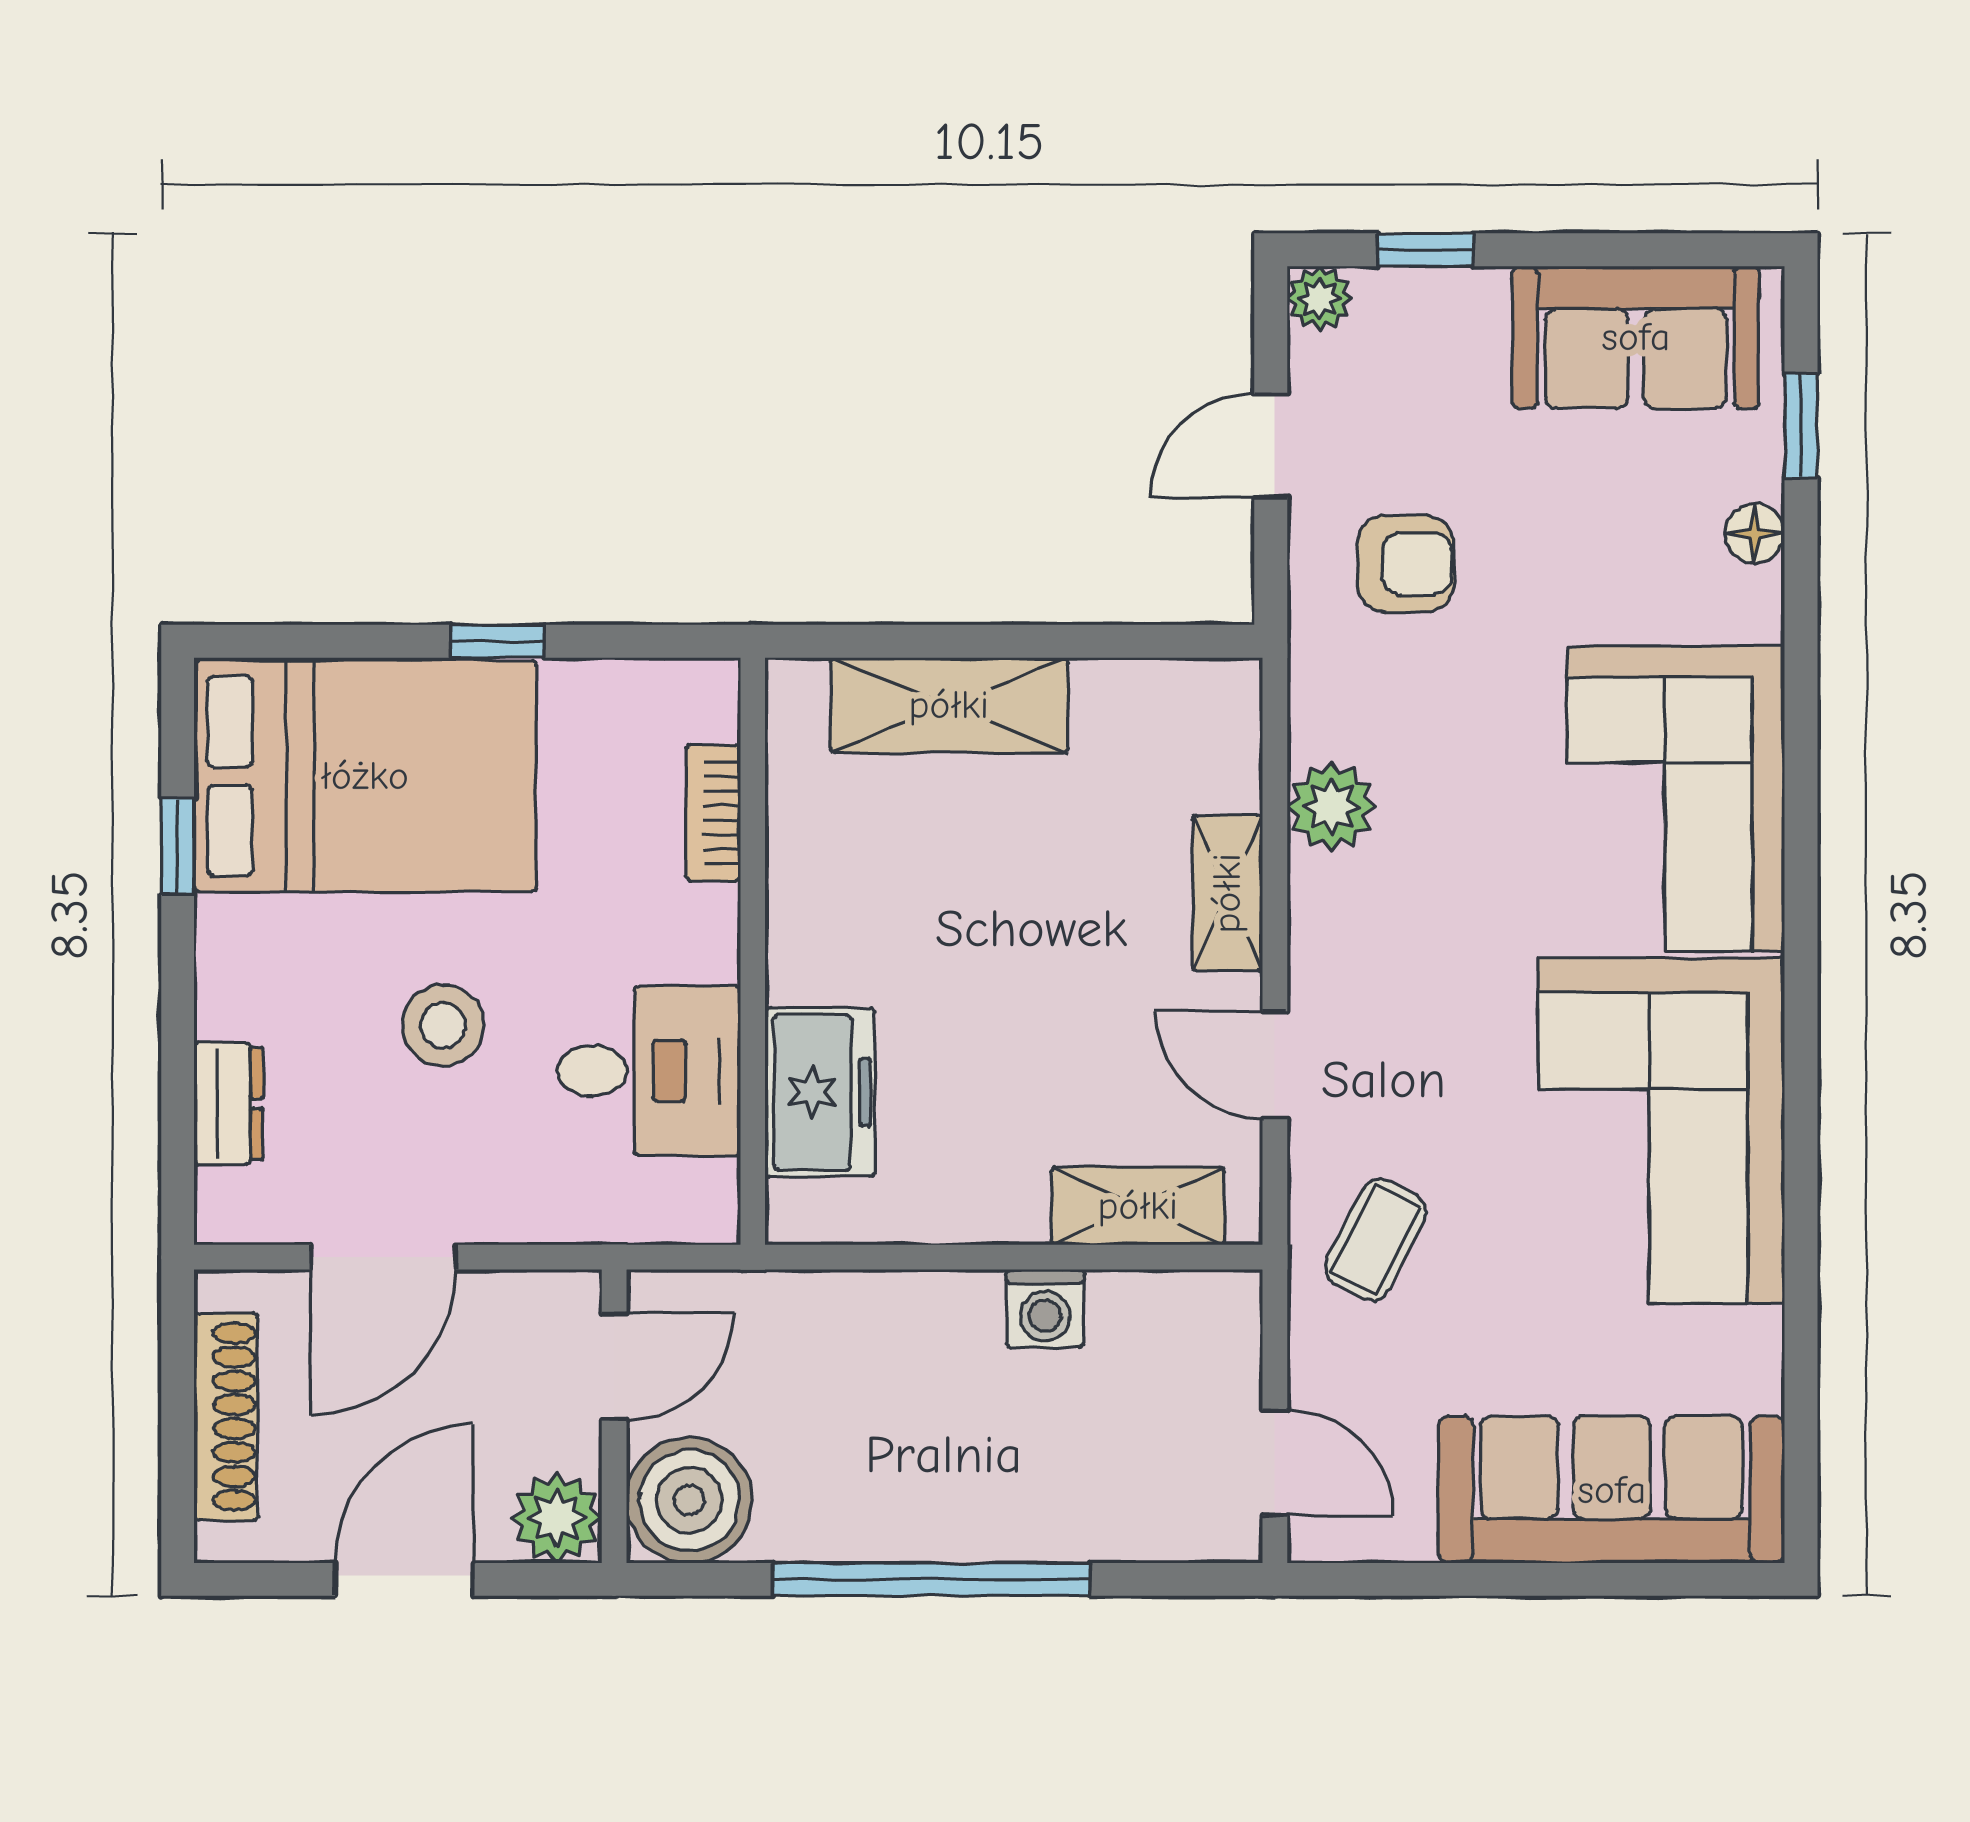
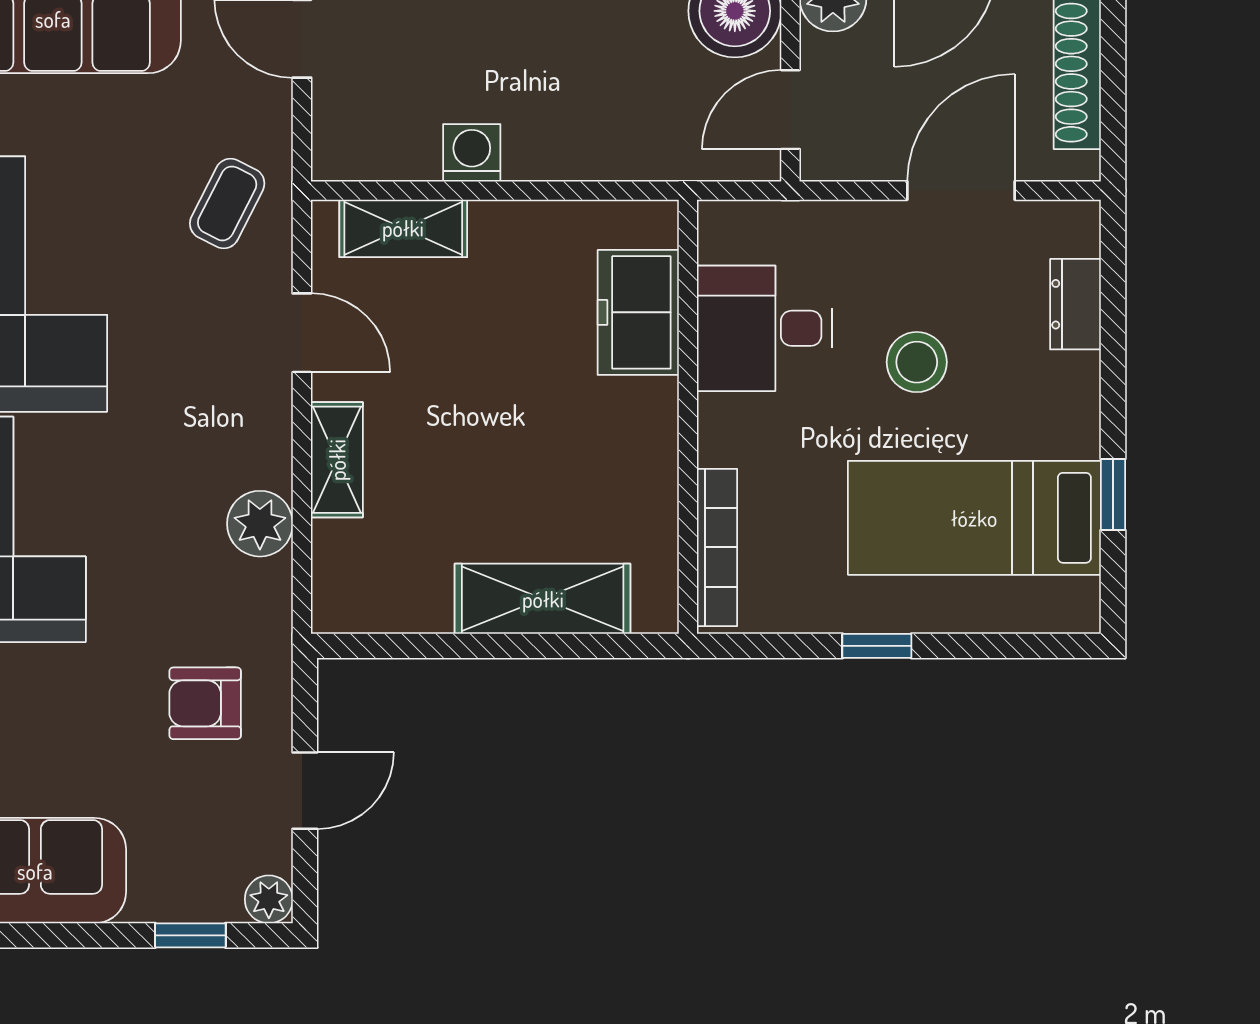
bed: (365, 776) -> (974, 518), width x0.67
bookcase: (713, 813) -> (717, 547), width x1.56

